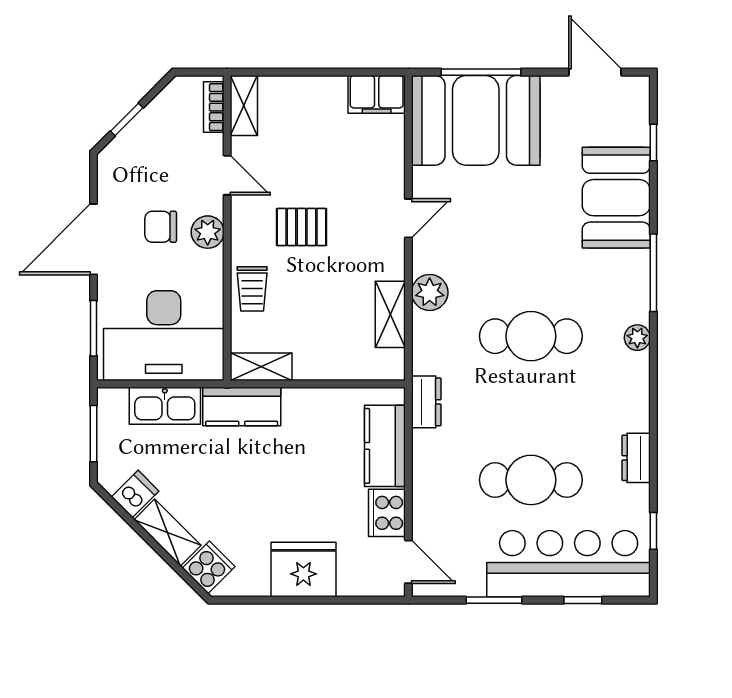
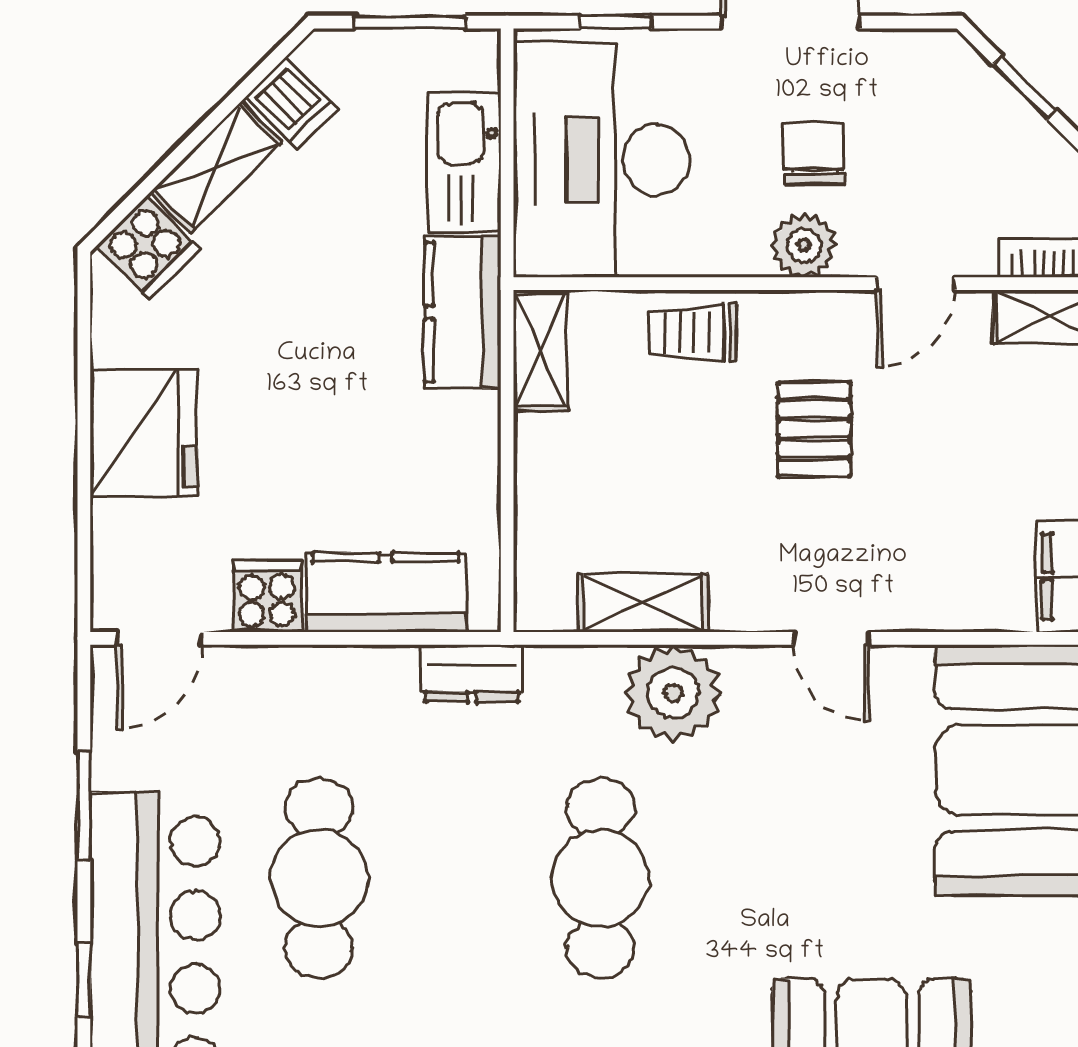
plant: (430, 292) -> (673, 693), width x1.36, depth x1.36
window: (94, 328) -> (616, 22), width x0.67
cooker: (387, 513) -> (267, 596), width x0.73

